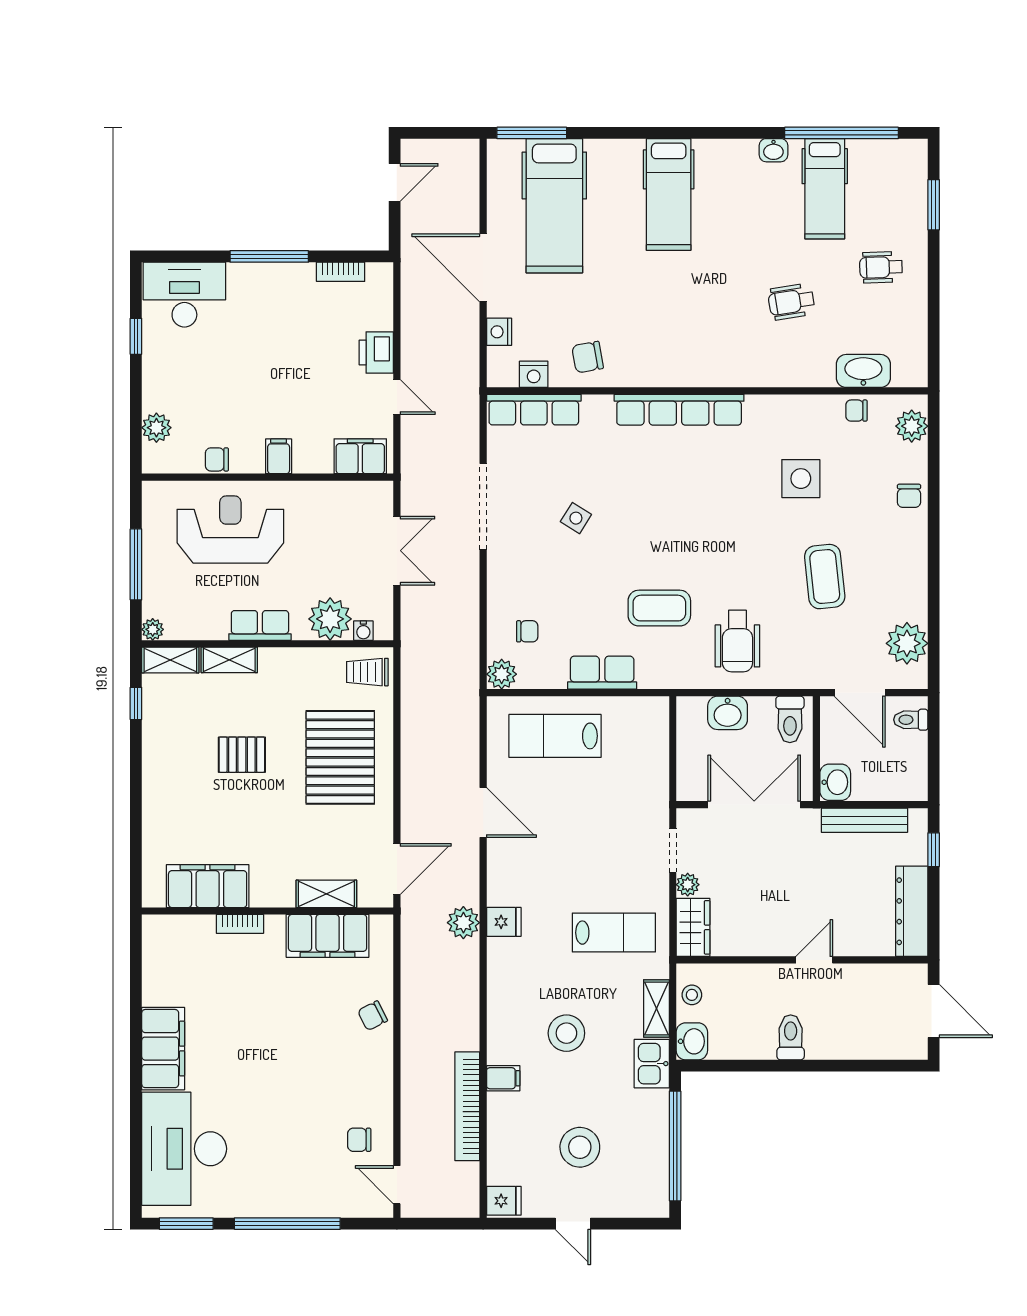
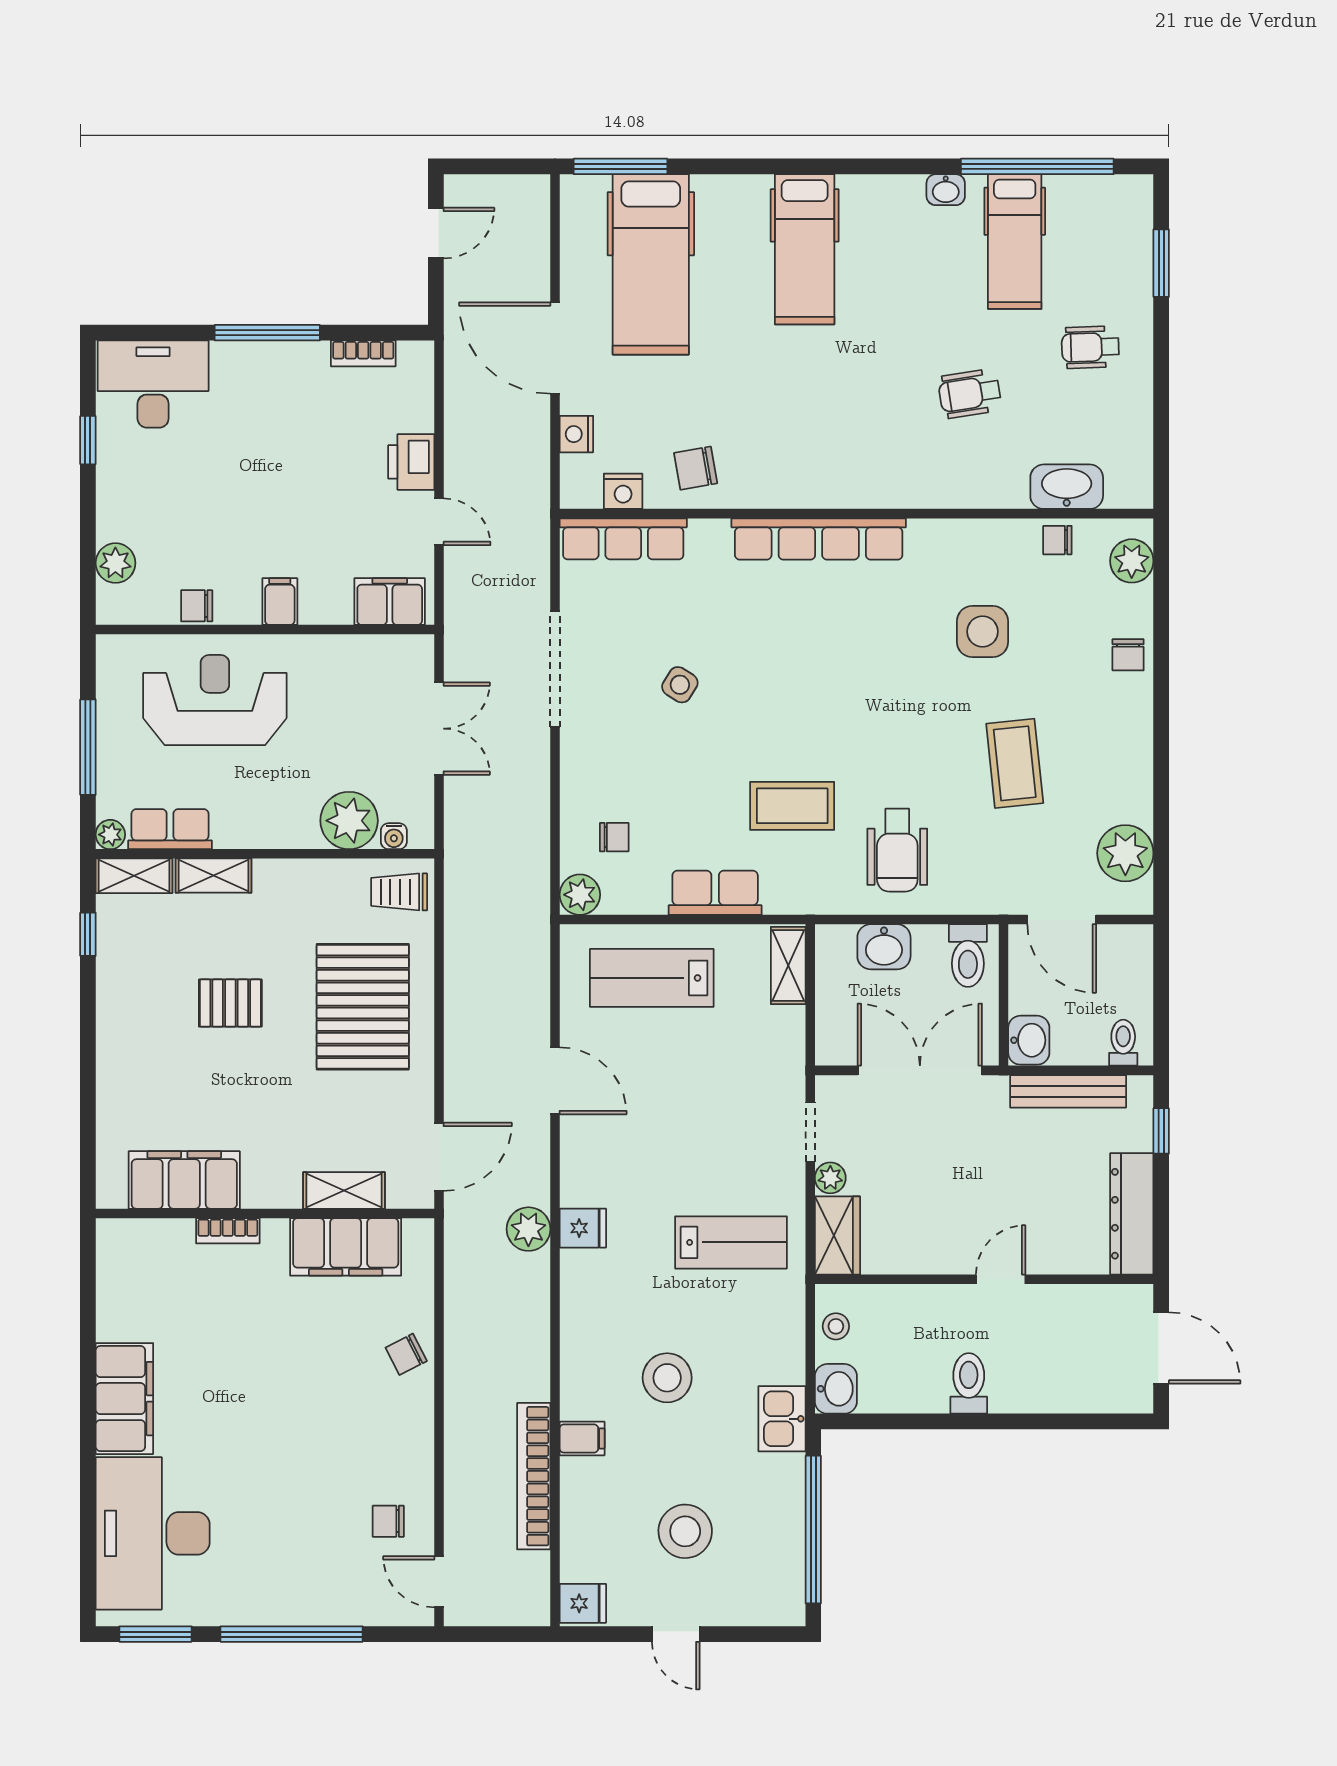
row of seats: (260, 625) -> (170, 829), moved
toilet: (911, 720) -> (1123, 1043), moved, turned 90
shelving: (656, 1008) -> (788, 965), moved

